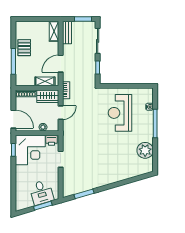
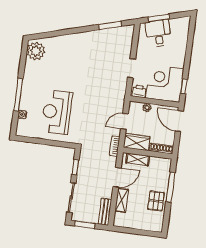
shelving: (54, 31) -> (122, 200), moved
reception desk: (120, 113) -> (57, 112), turned 180
plant: (145, 150) -> (36, 51), moved

